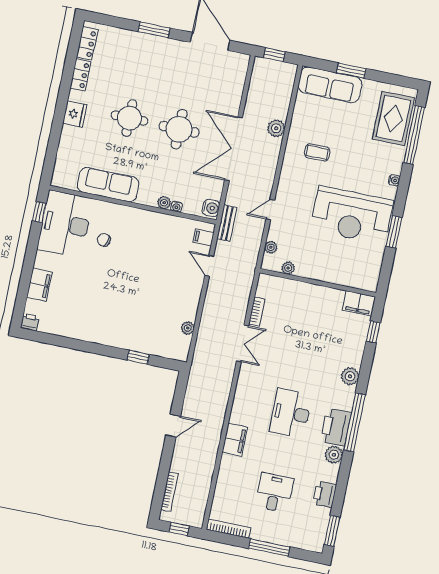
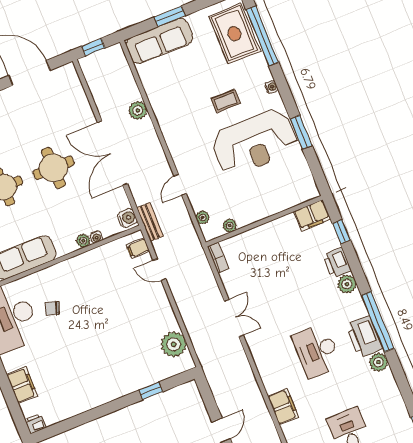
coffee table: (317, 152) -> (226, 101), moved
bookcase: (257, 311) -> (218, 258), moved
plant: (188, 328) -> (174, 344), width x1.88, depth x1.88
printer: (325, 494) -> (337, 263), moved

